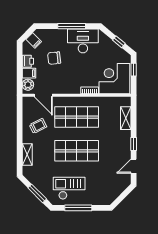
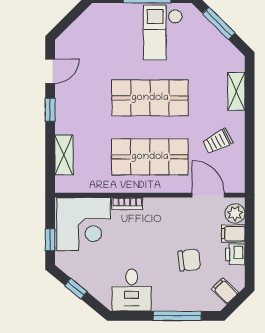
window: (72, 26) -> (177, 316), moved
desk: (83, 41) -> (132, 290), width x0.73
checkout: (69, 188) -> (163, 32), turned 90

